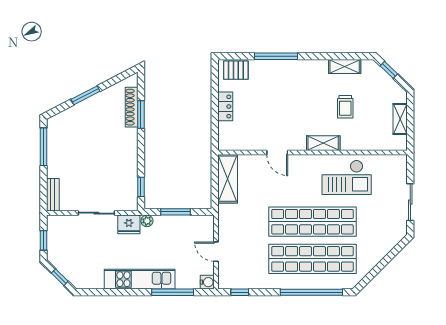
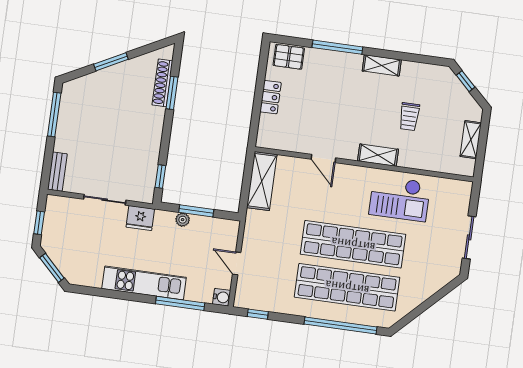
shelving: (345, 66) -> (382, 65), moved
plant: (147, 221) -> (183, 220), moved
window: (60, 277) -> (52, 268), width x1.50

